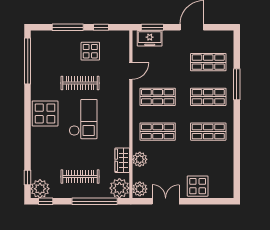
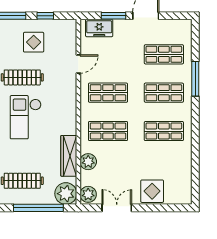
window: (152, 27) -> (114, 16), moved
checkout: (83, 119) -> (26, 117), turned 180
wardrobe: (122, 160) -> (69, 156), width x1.50

